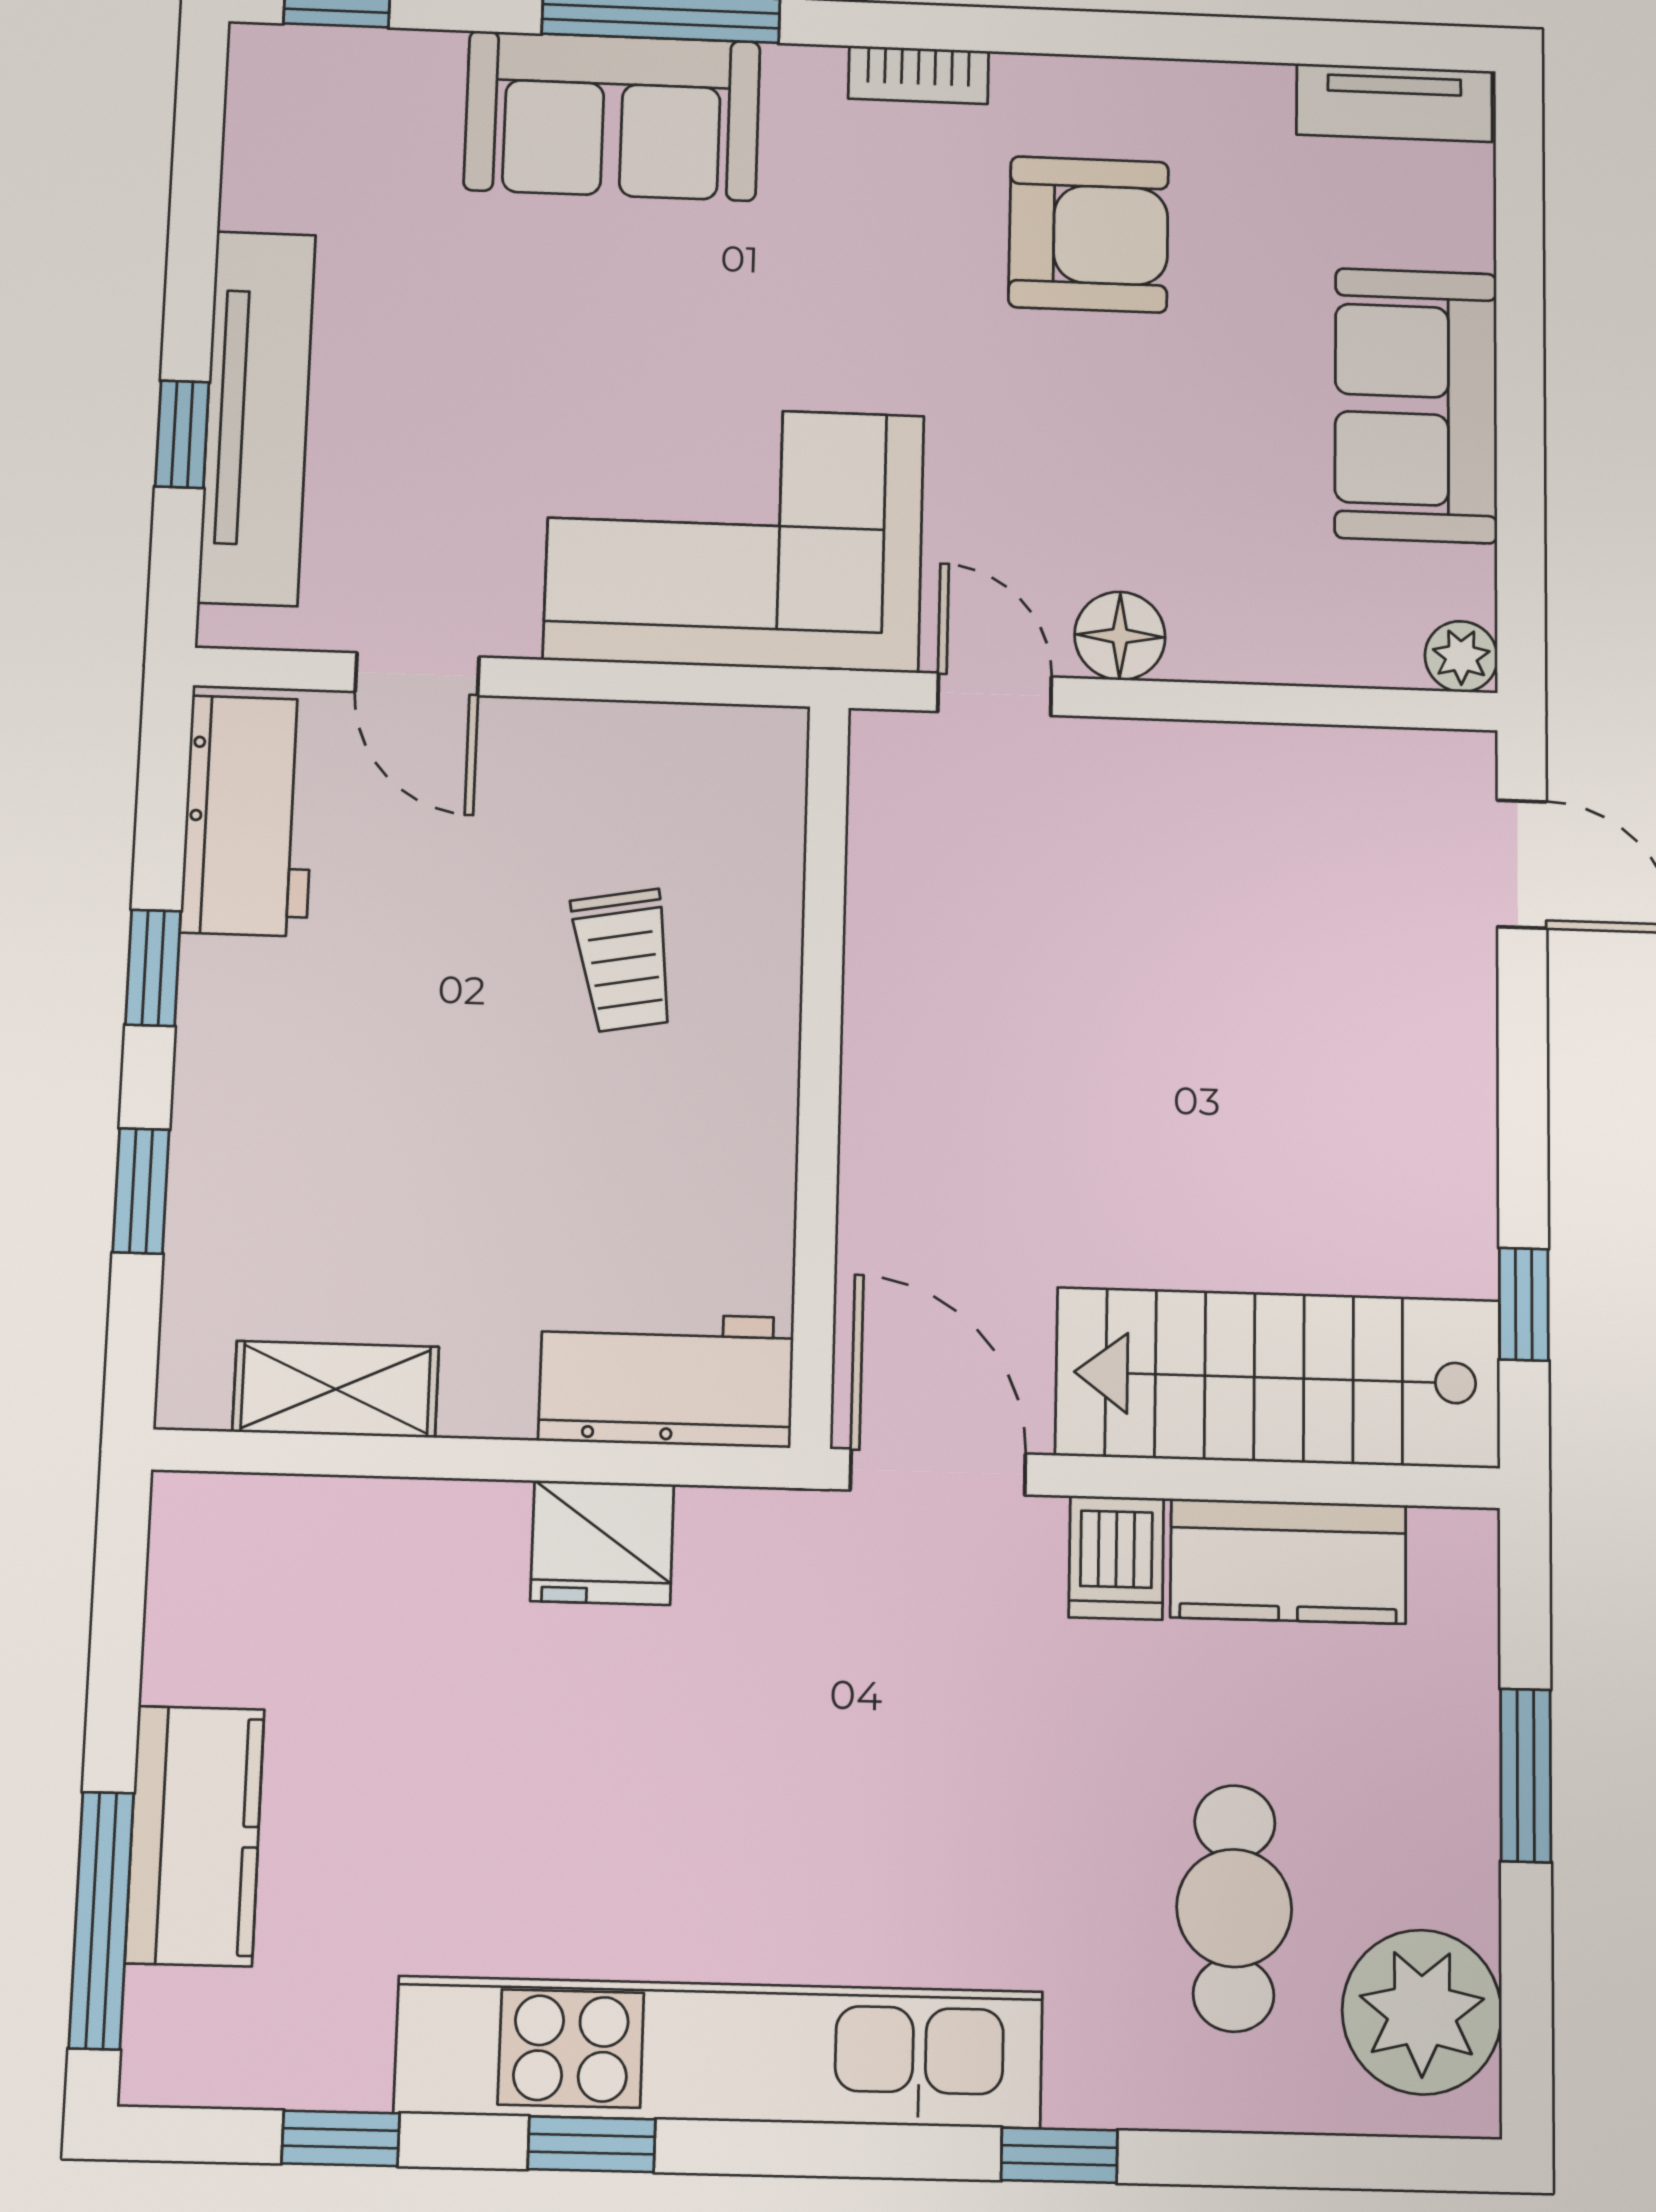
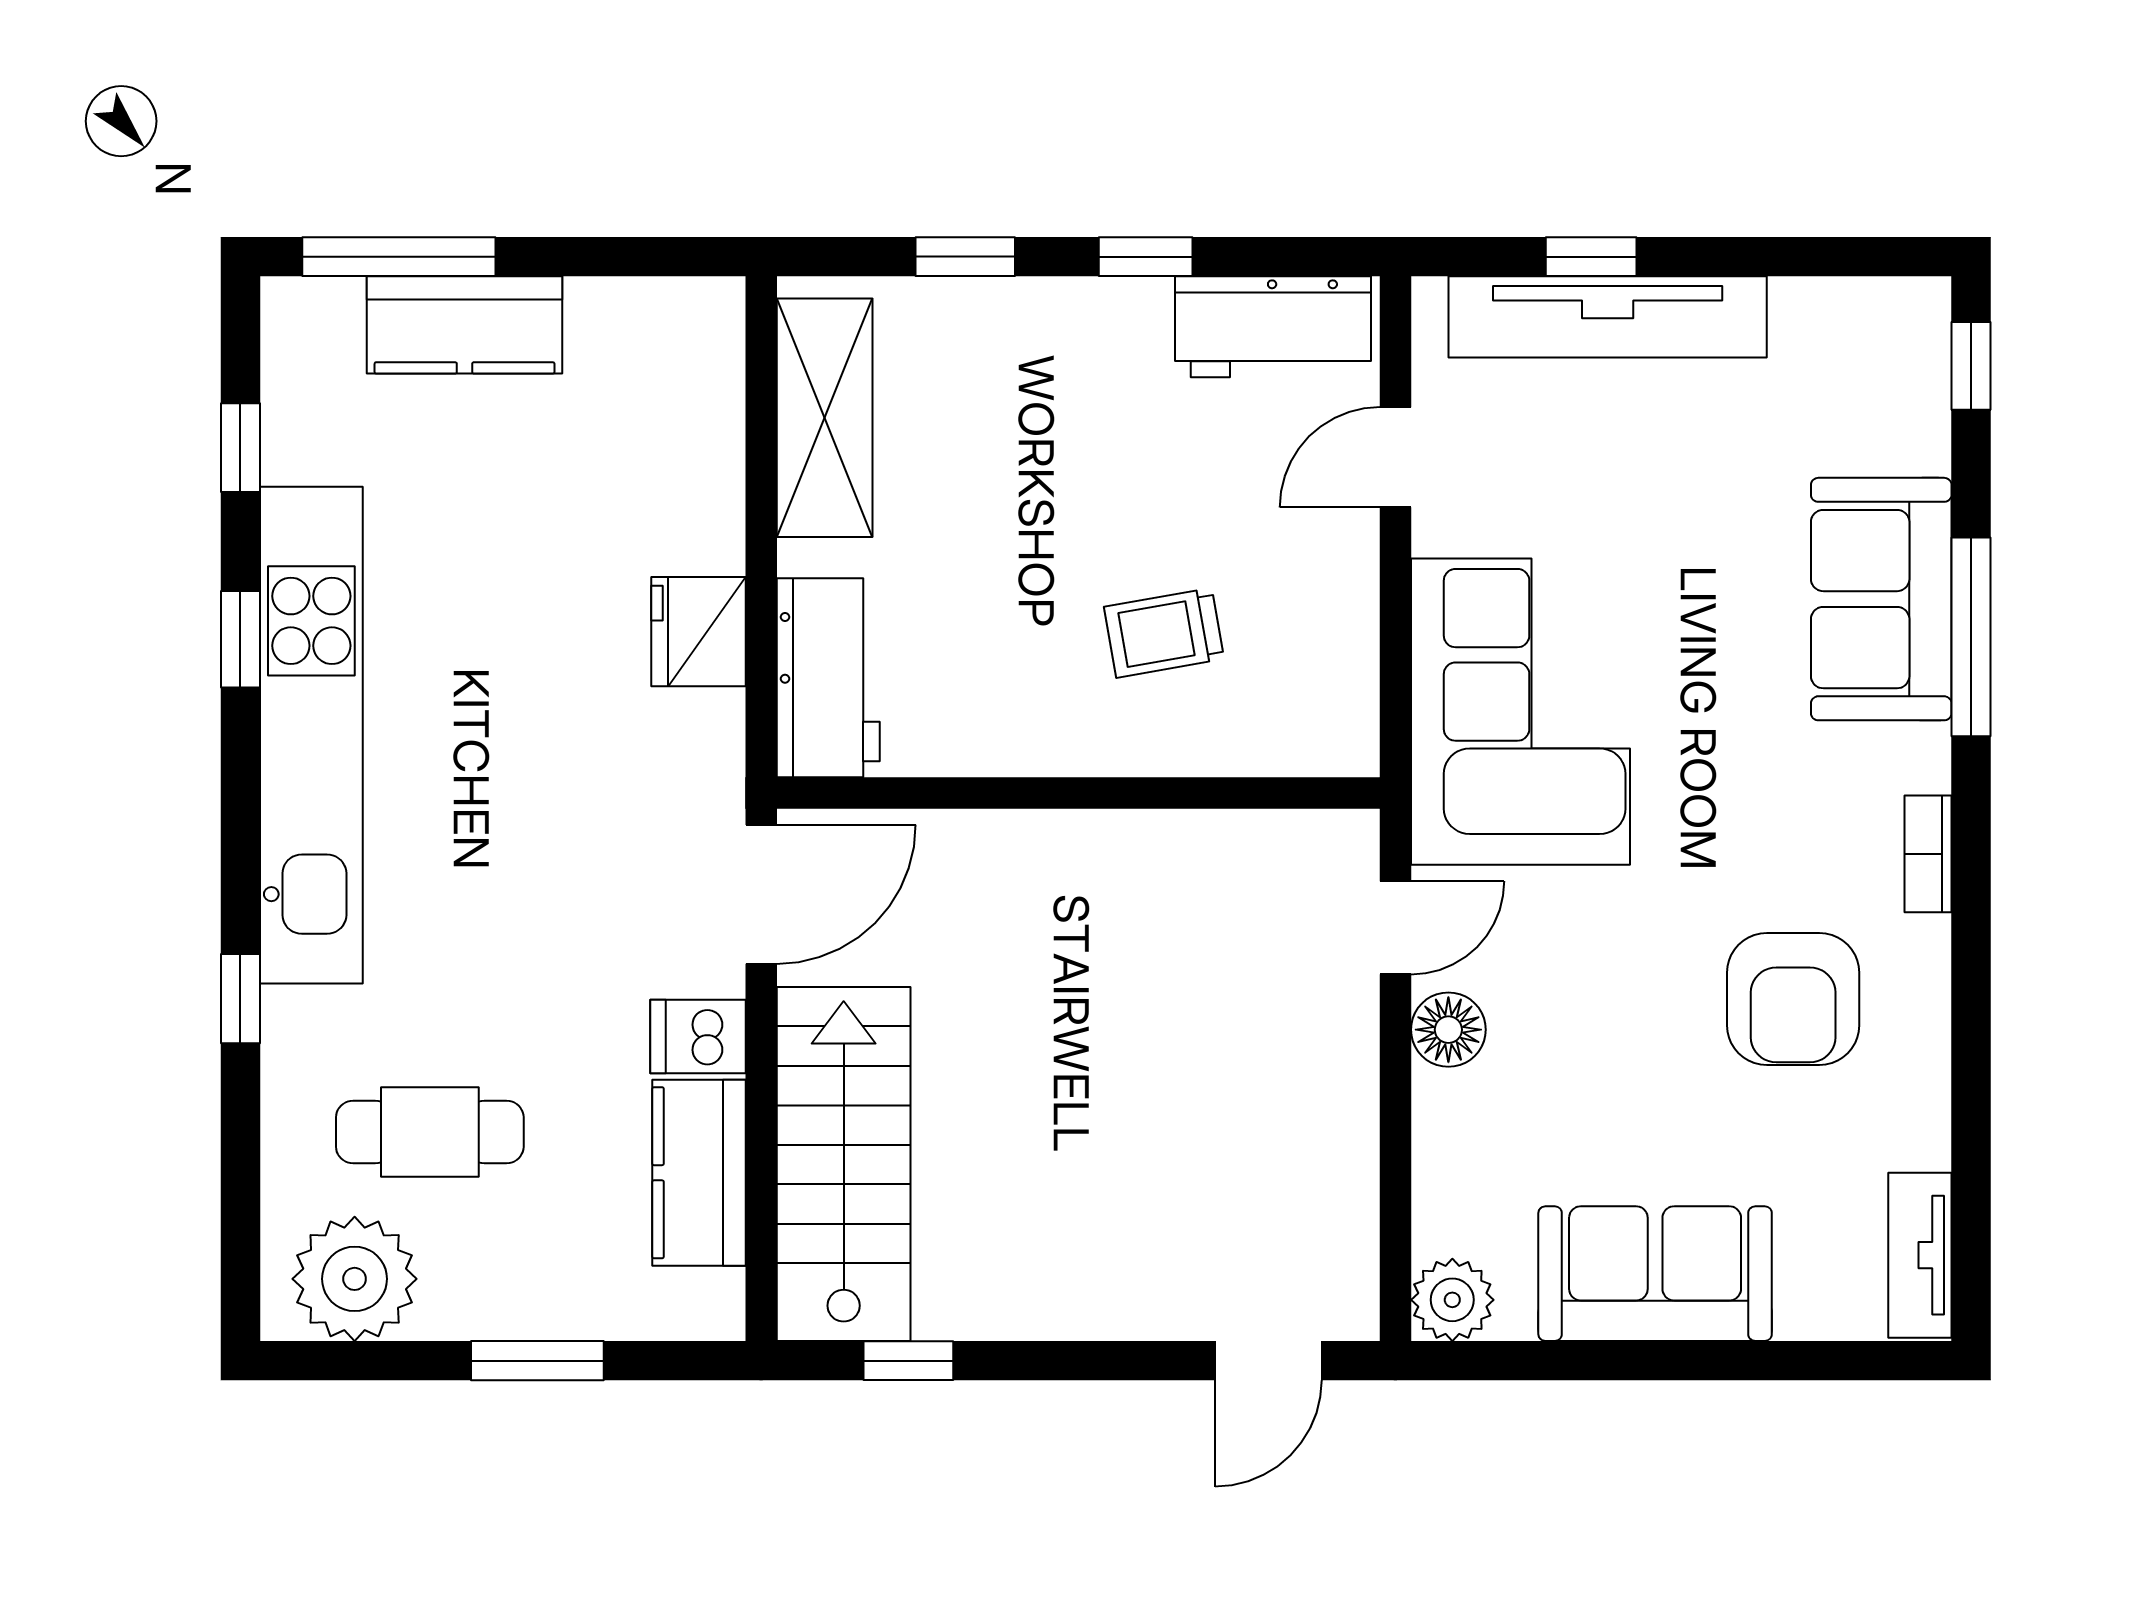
plant: (1461, 657) -> (1452, 1300), width x1.38, depth x1.38
shelving: (336, 1389) -> (825, 418), width x1.50, depth x1.33

